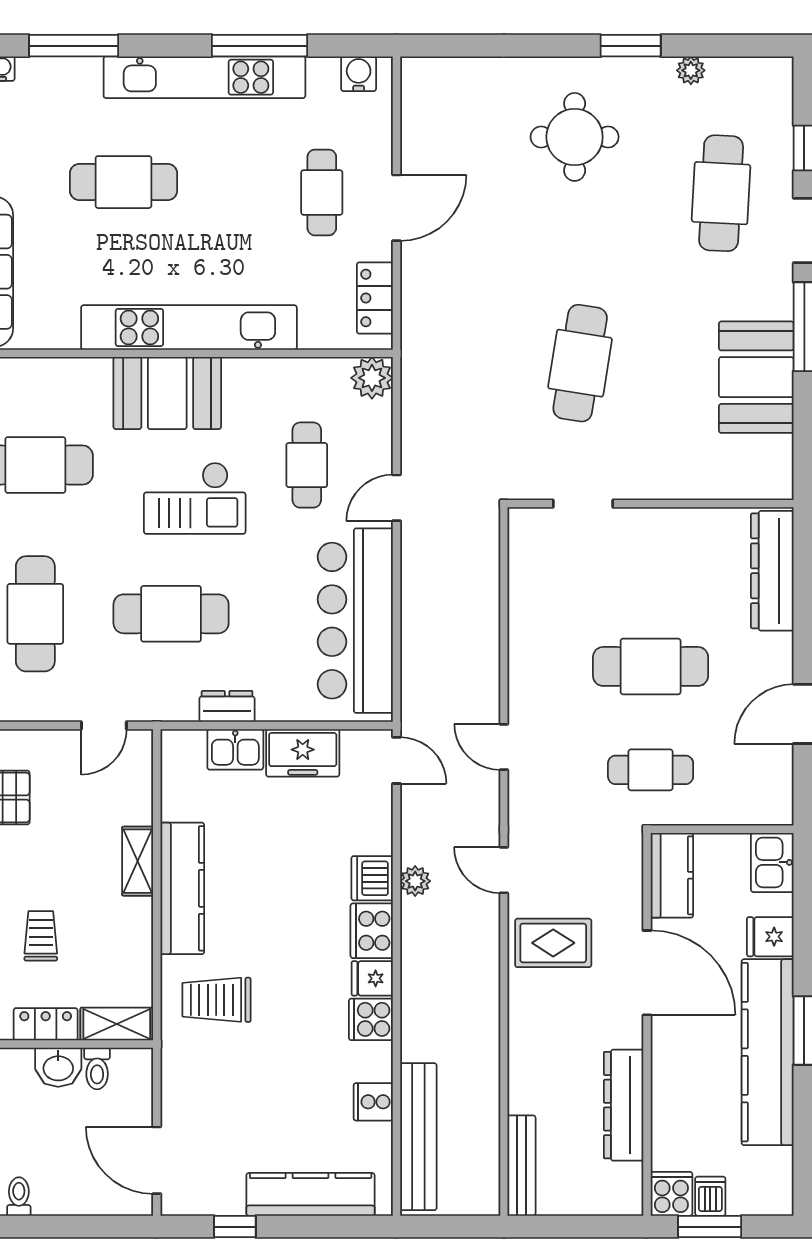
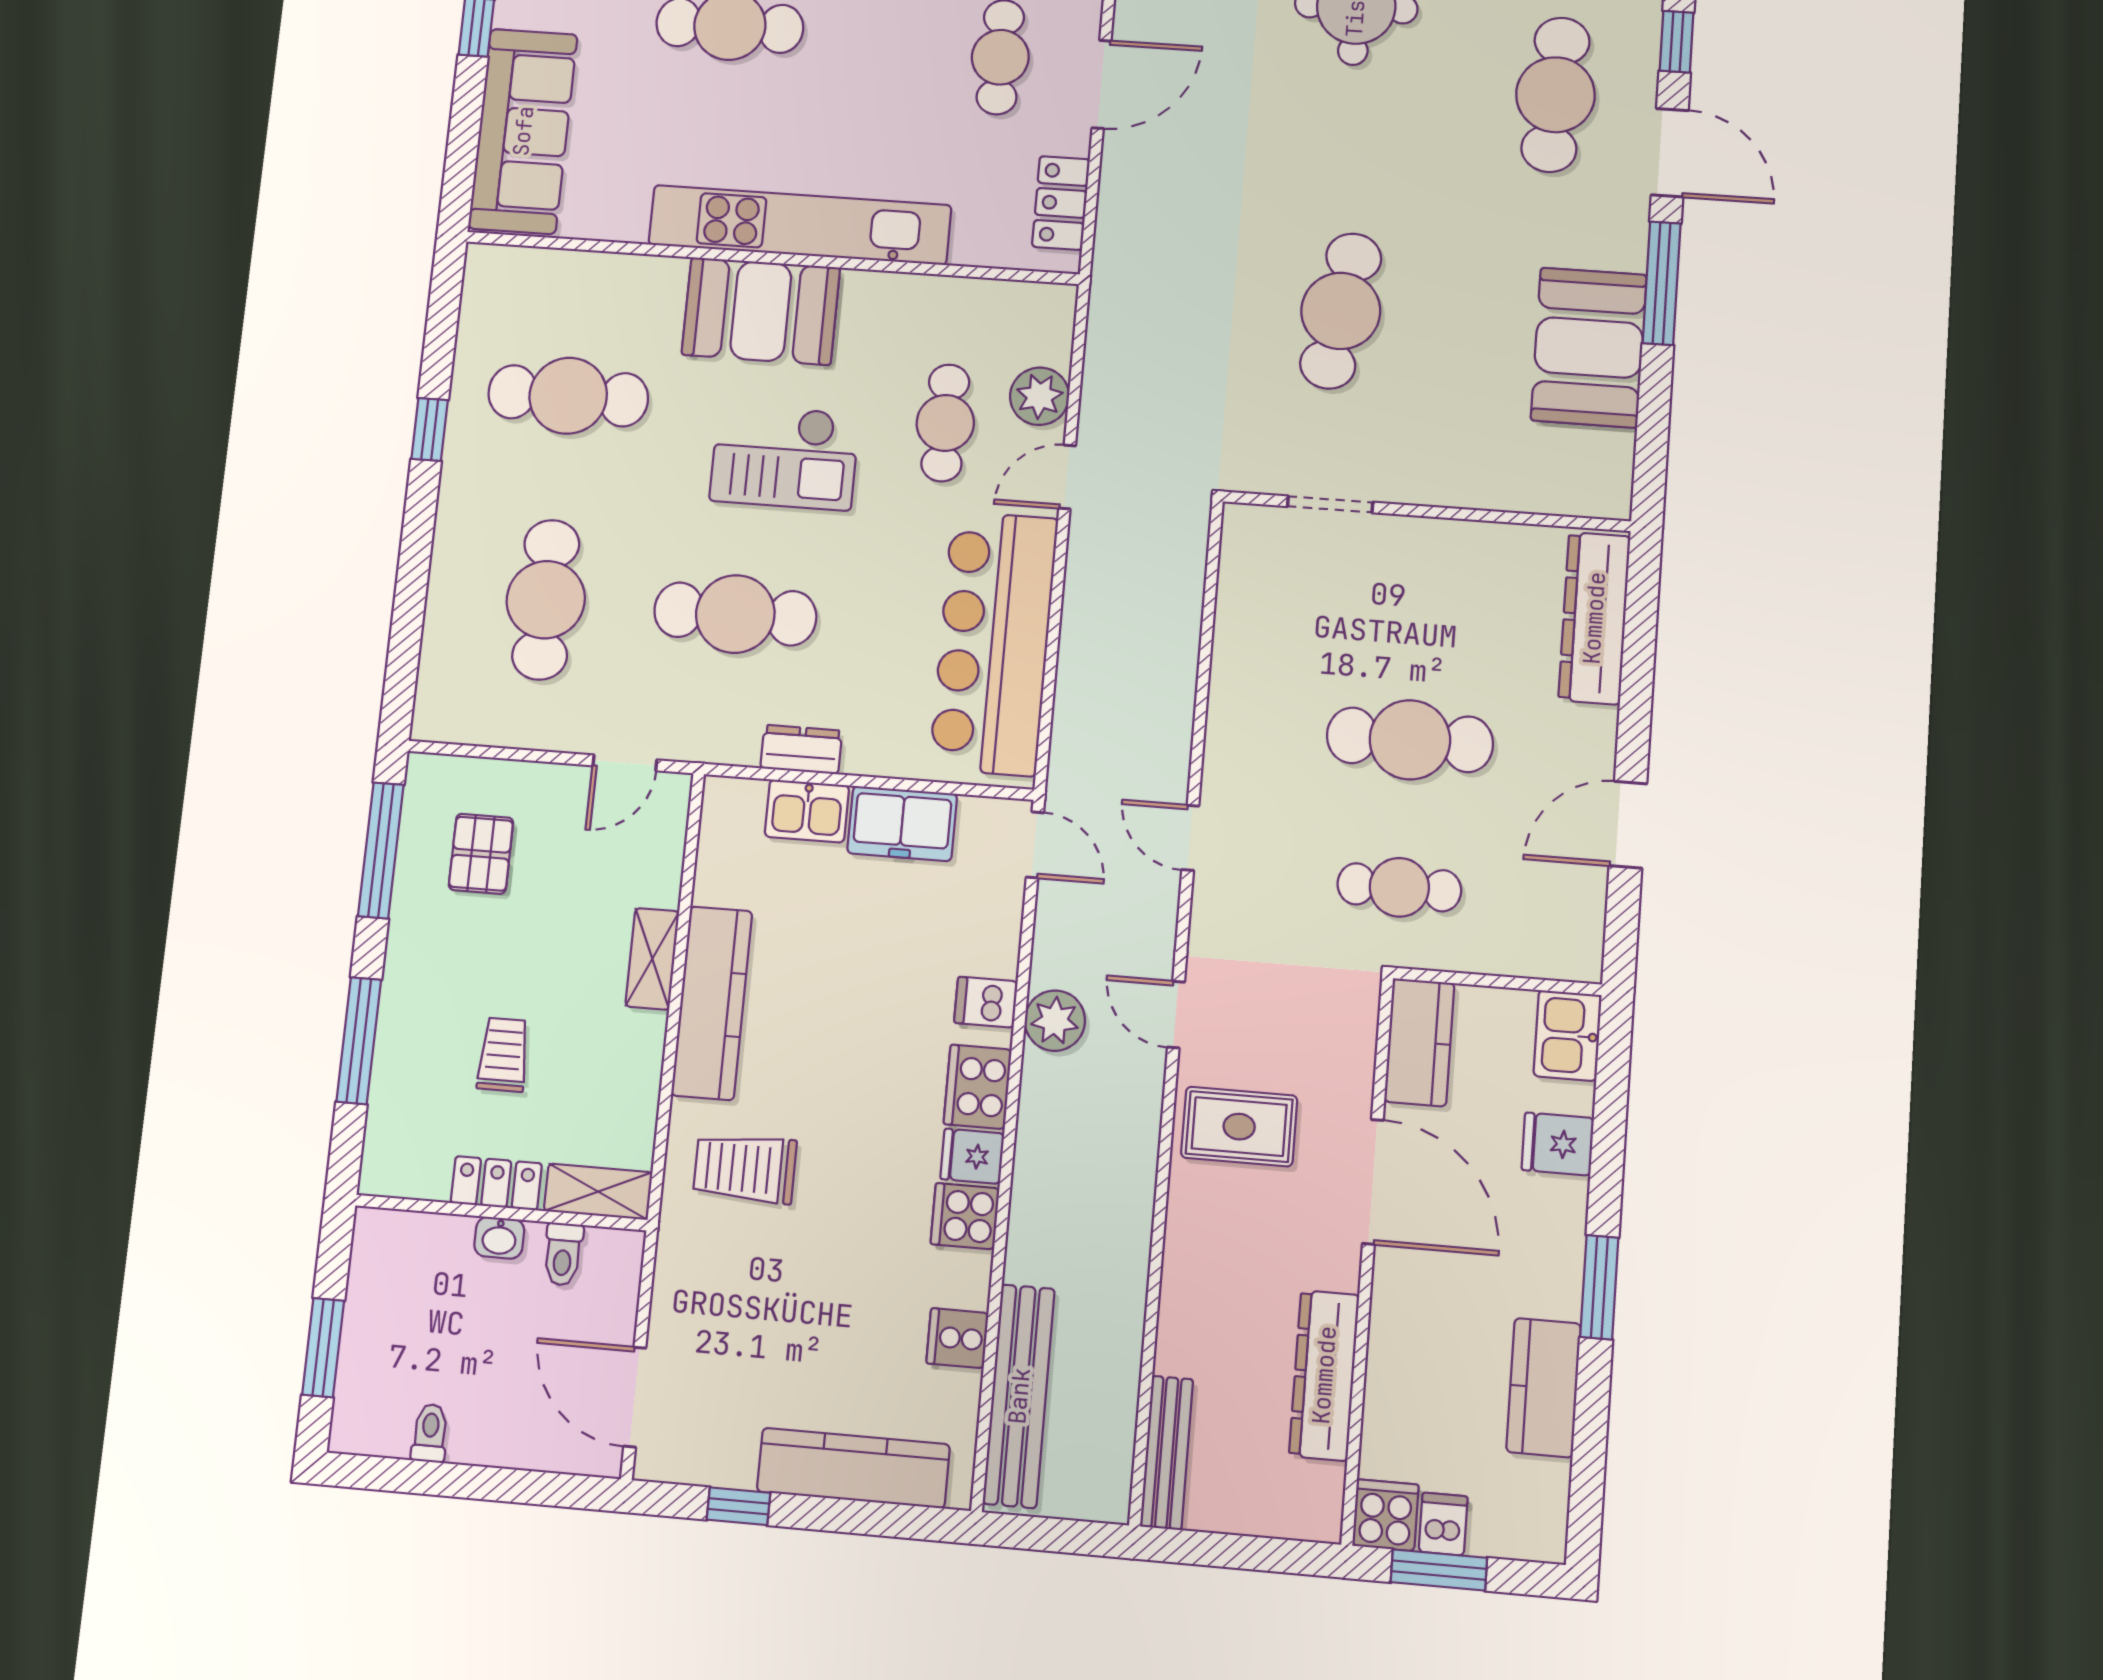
plant: (372, 378) -> (1040, 396), moved
dishwasher: (372, 878) -> (986, 1002), width x0.73
plant: (415, 881) -> (1055, 1021), width x1.38, depth x1.38
kitchen counter: (768, 1052) -> (1544, 1388), width x0.48, depth x0.86
washbasin: (58, 1067) -> (499, 1238), width x0.72, depth x0.69

